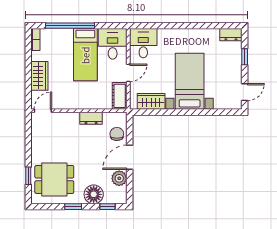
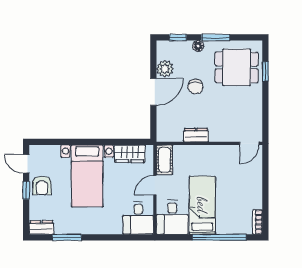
window: (208, 26) -> (67, 237), added
window: (245, 57) -> (26, 190), moved
armchair: (230, 73) -> (42, 185), added
wardrobe: (39, 76) -> (253, 182), removed
door: (245, 92) -> (26, 164), hinge flipped
chair: (117, 134) -> (195, 87), moved
floor lamp: (94, 194) -> (198, 46), width x0.53, depth x0.53
window: (73, 207) -> (216, 37), width x1.50

